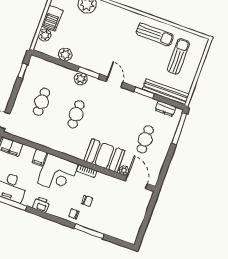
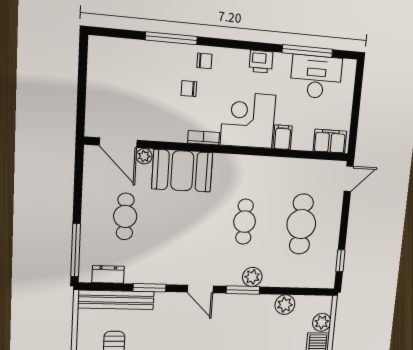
cafe table: (42, 102) -> (301, 224), width x1.37, depth x1.35

